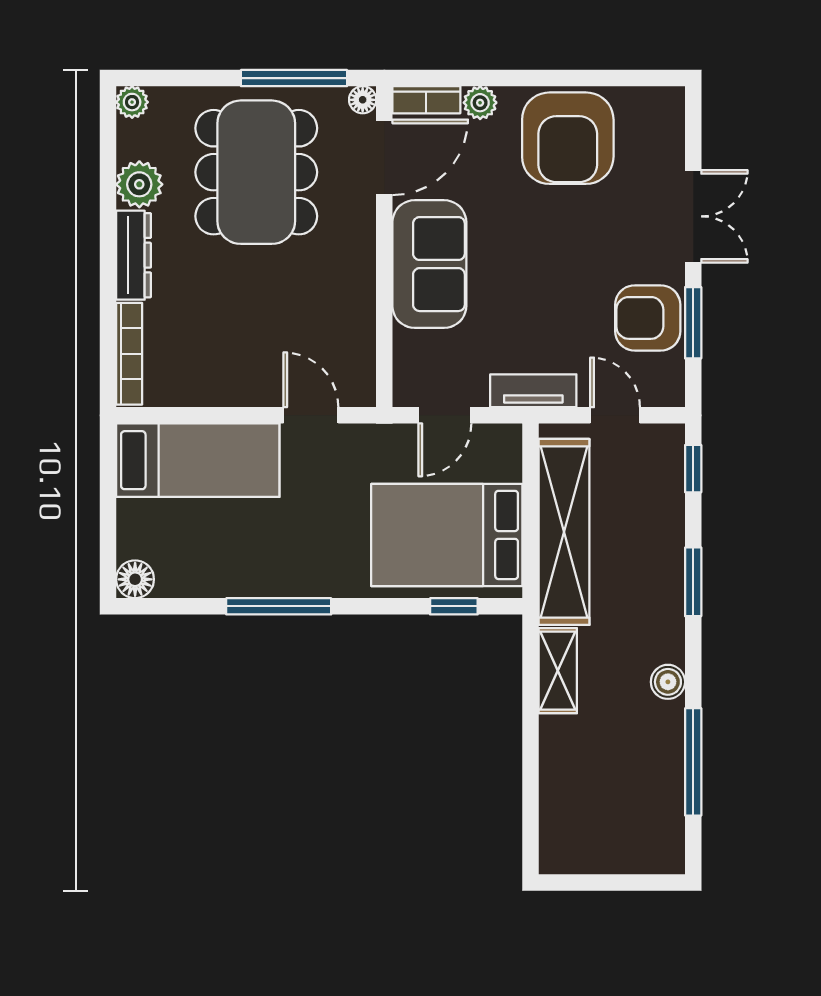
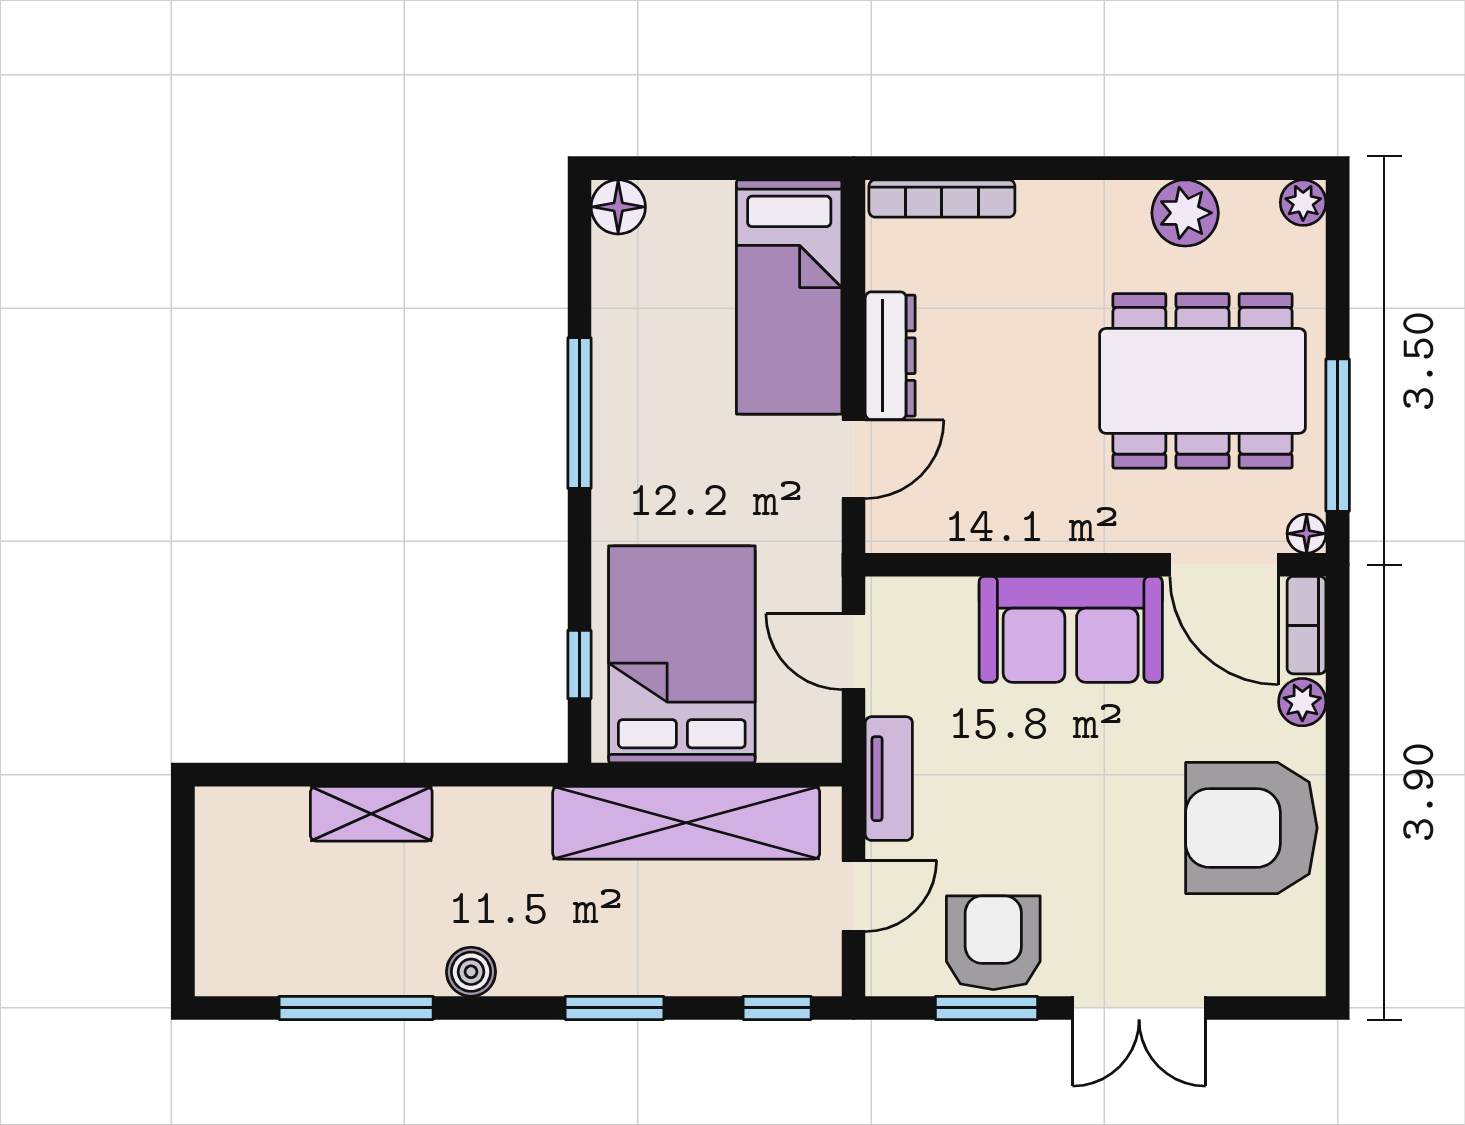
dresser: (134, 255) -> (890, 356), moved, turned -90
shelving: (558, 671) -> (371, 814), moved

